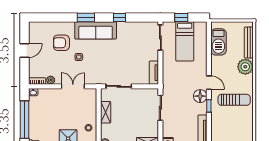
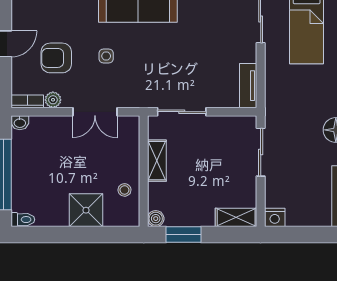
armchair: (61, 43) -> (56, 58), moved
double door: (73, 86) -> (95, 112), swing flipped

